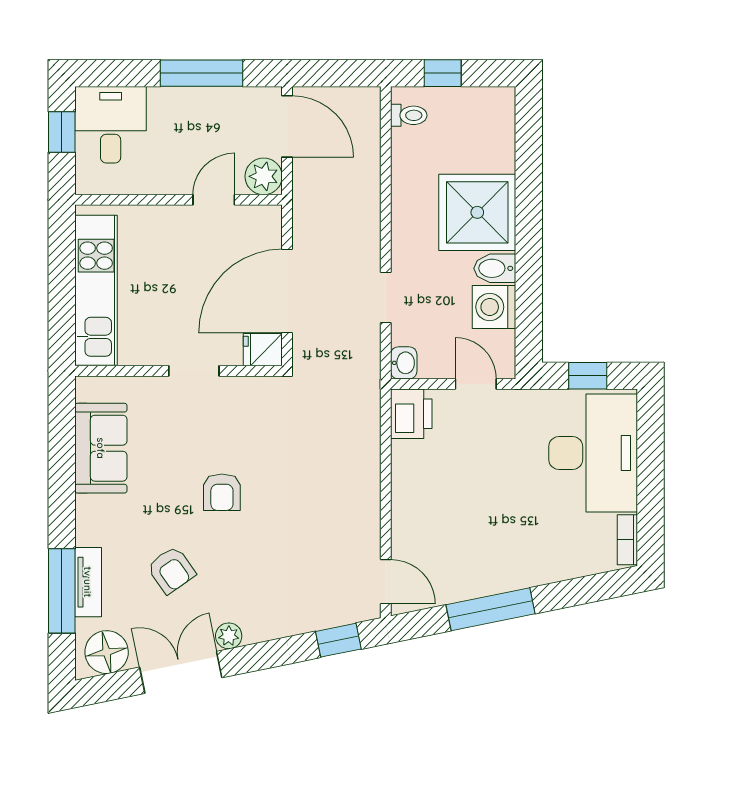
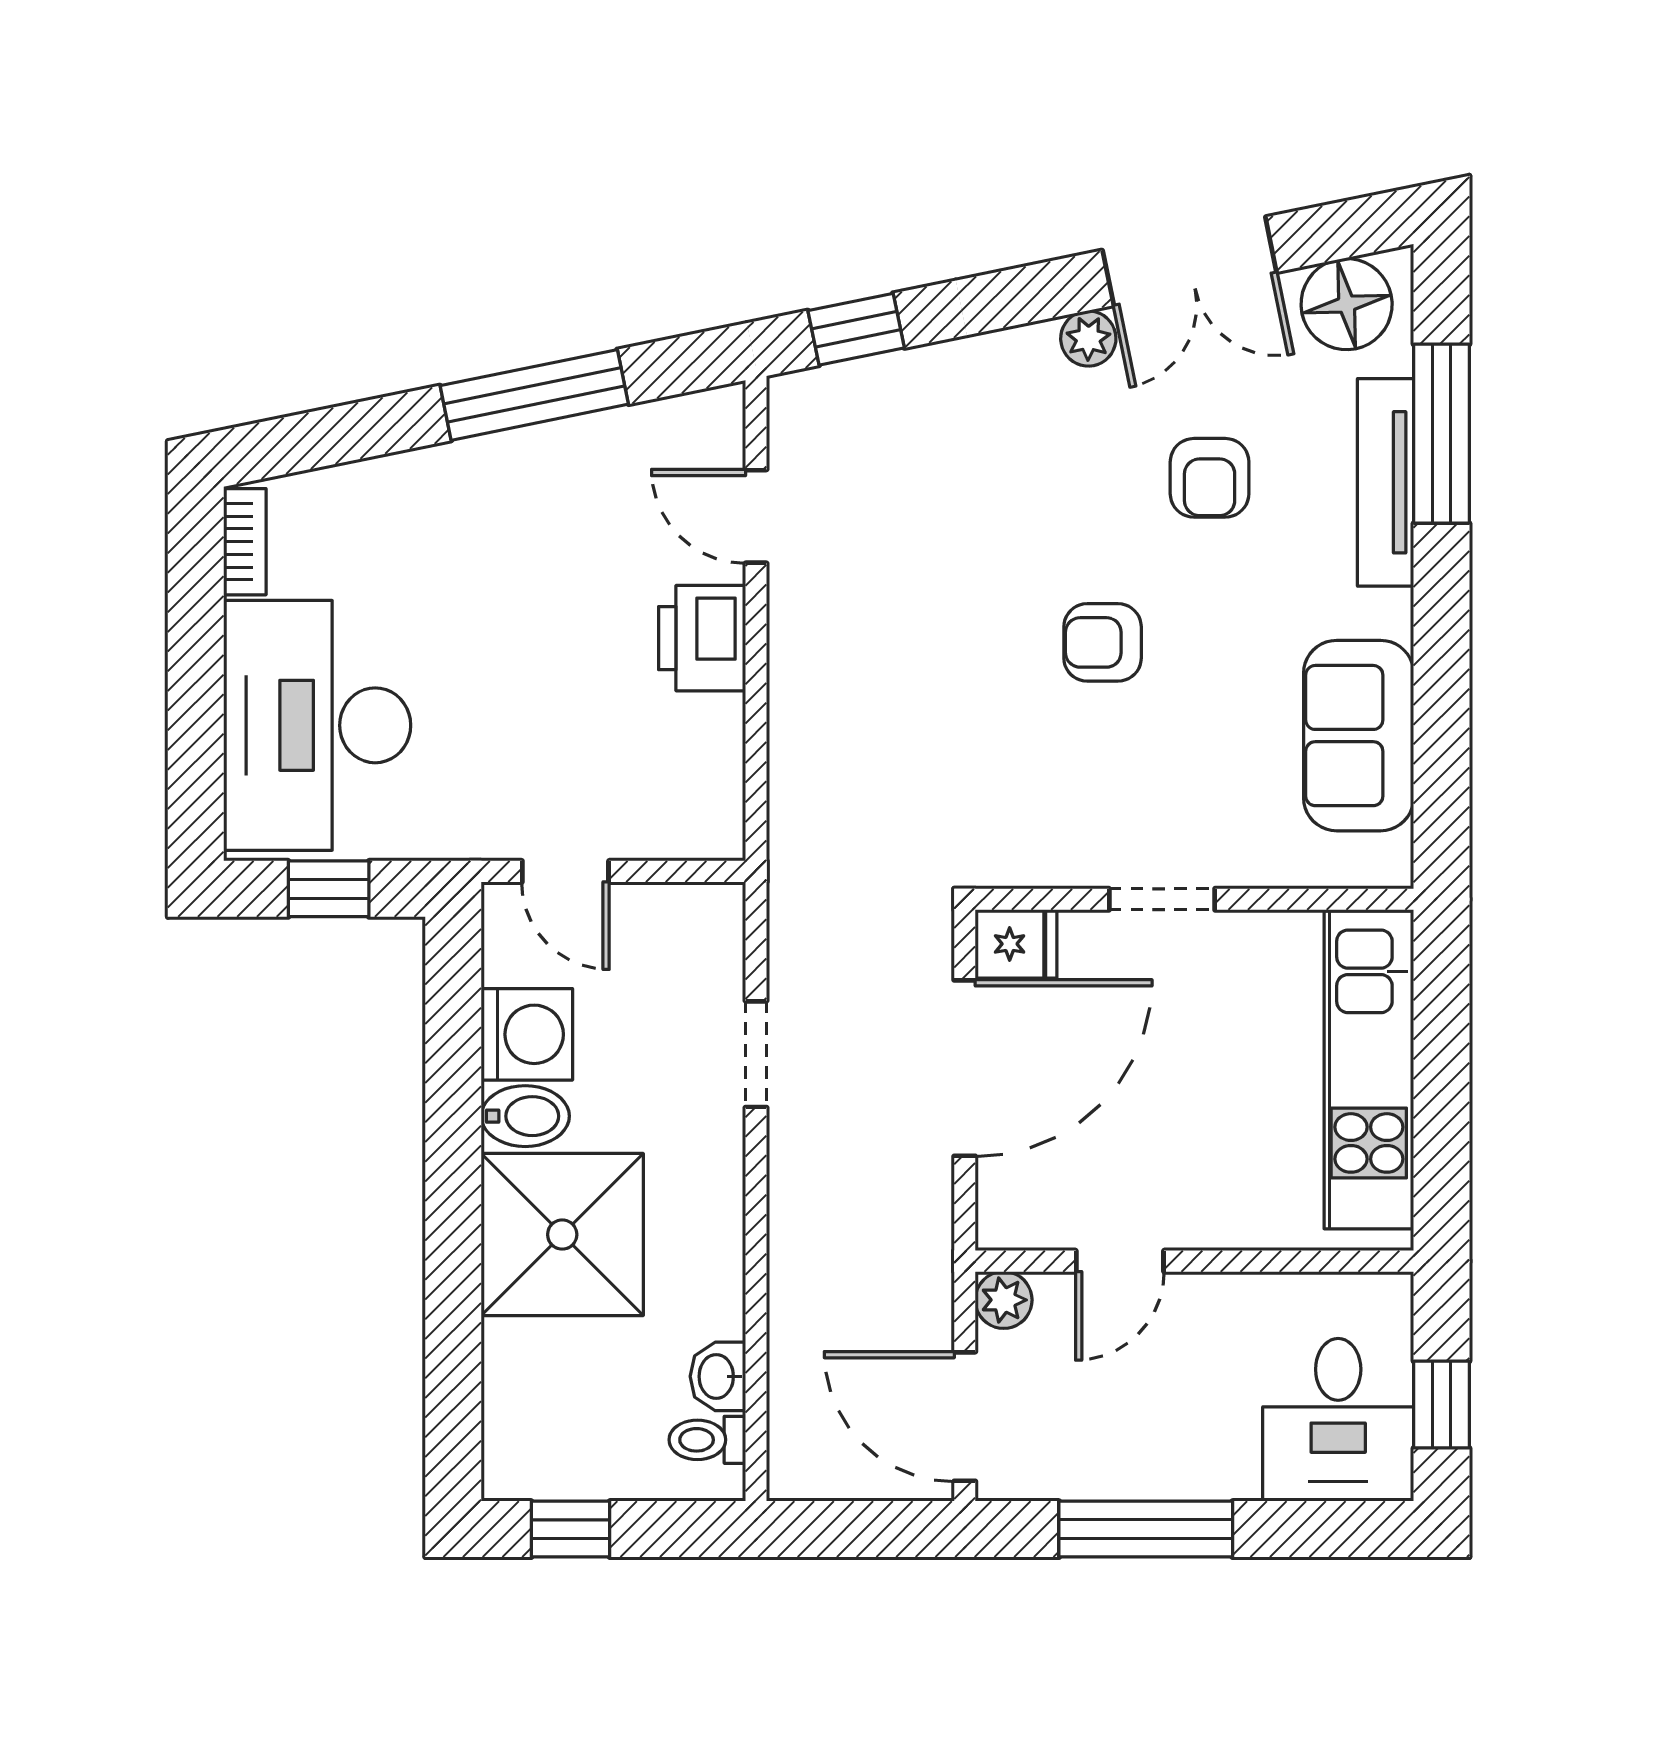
window: (443, 73) -> (571, 1529), moved
plant: (264, 176) -> (1004, 1300), width x0.73, depth x0.73
washbasin: (404, 363) -> (718, 1376), moved
printer: (411, 414) -> (702, 638), moved
armchair: (222, 492) -> (1103, 642), turned -90
armchair: (171, 570) -> (1210, 478), turned -145
tv unit: (88, 582) -> (1386, 482), width x1.41
door: (386, 582) -> (756, 516), moved

